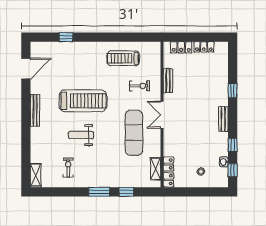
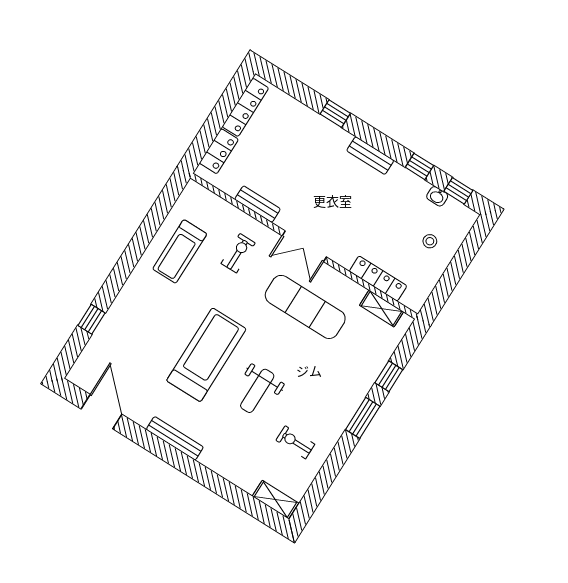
locker: (204, 47) -> (245, 107), width x1.53
locker: (168, 172) -> (378, 279), moved

